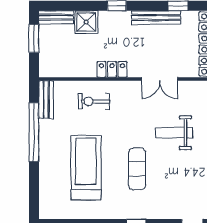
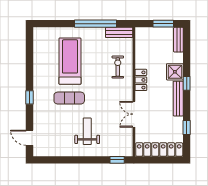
bench: (156, 17) -> (178, 99), moved
shower: (86, 22) -> (175, 72), moved
weight bench: (174, 133) -> (87, 131), moved
treadmill: (86, 168) -> (70, 61), turned -90

